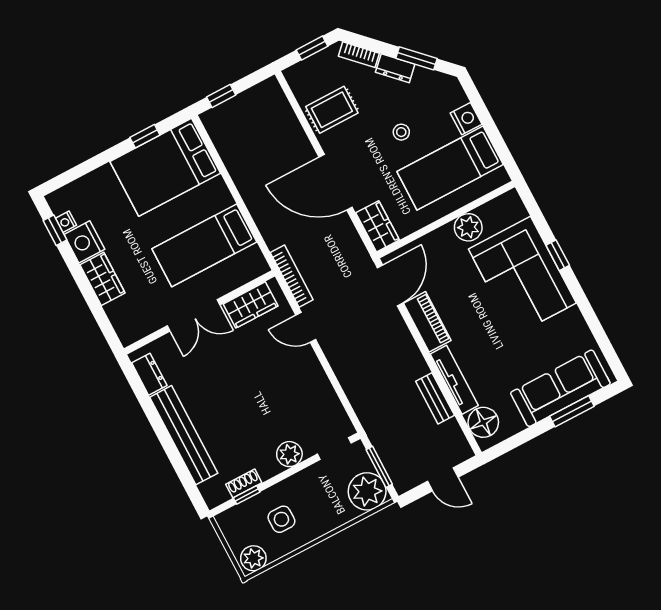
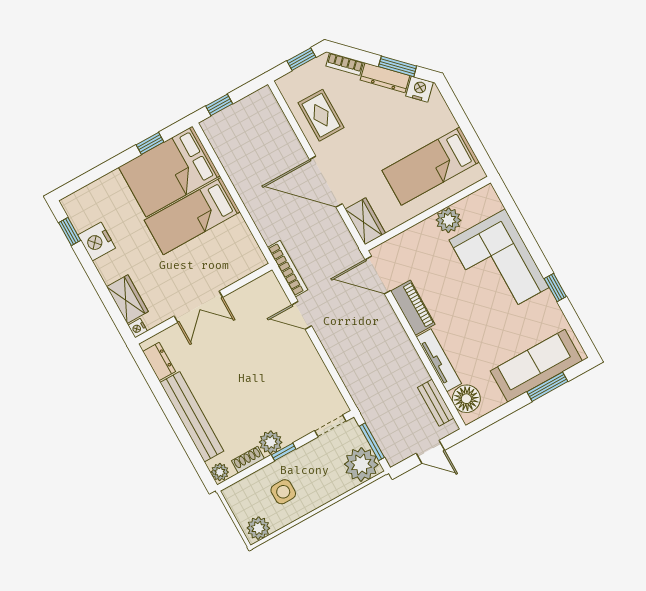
dresser: (395, 68) -> (385, 78), width x1.44
rug: (332, 110) -> (321, 115), turned 90
nightstand: (466, 119) -> (420, 89), moved, turned -45
stool: (401, 132) -> (385, 134), removed
nightstand: (66, 222) -> (138, 328), moved
bed: (204, 245) -> (192, 216), moved
window: (558, 255) -> (555, 287), moved
wardrobe: (102, 279) -> (127, 299), moved
door: (390, 285) -> (378, 275), swing flipped
wardrobe: (251, 305) -> (251, 296), removed
bench: (435, 398) -> (436, 403), moved
plant: (289, 454) -> (271, 442), moved
window: (247, 495) -> (284, 452), moved
plant: (213, 496) -> (220, 472), added

